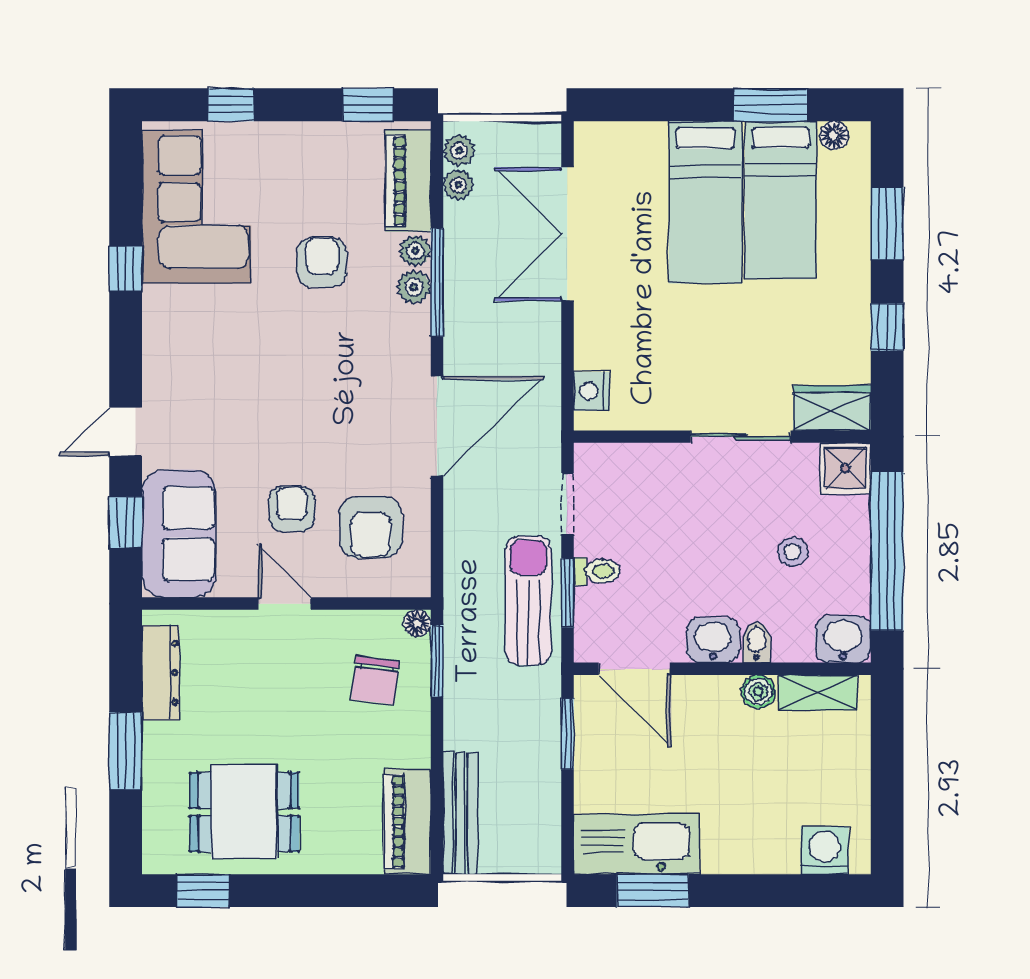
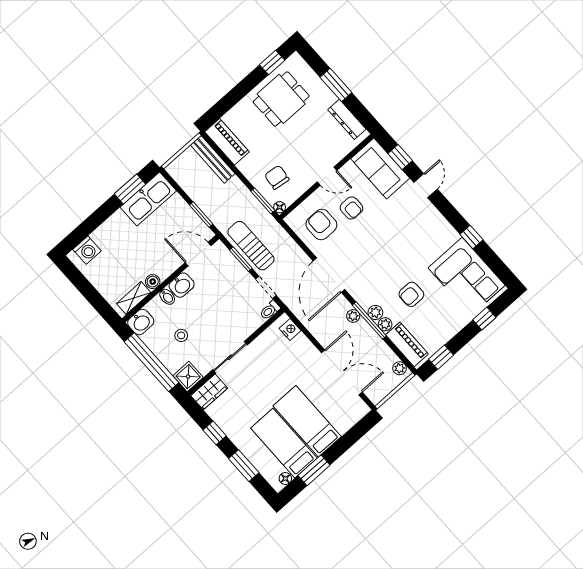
plant: (458, 185) -> (353, 316), moved
armchair: (322, 262) -> (411, 294), turned 90
toilet: (596, 571) -> (270, 310), moved
sun lounger: (528, 601) -> (251, 246), turned 180

